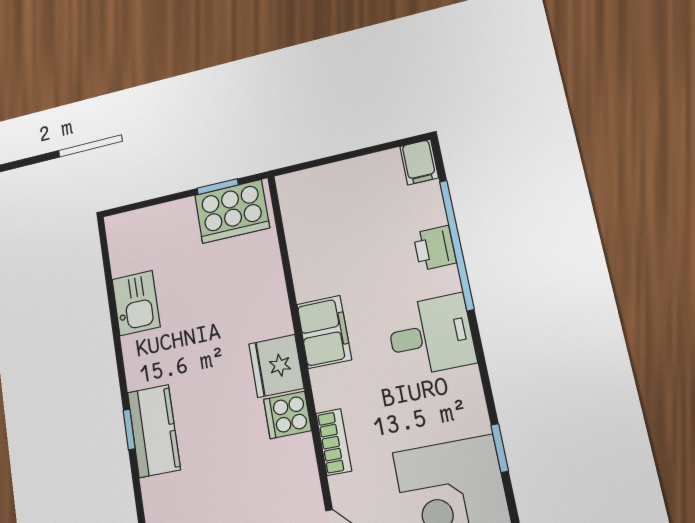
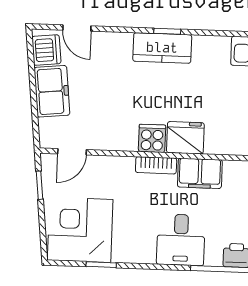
bookcase: (334, 442) -> (156, 165), moved

